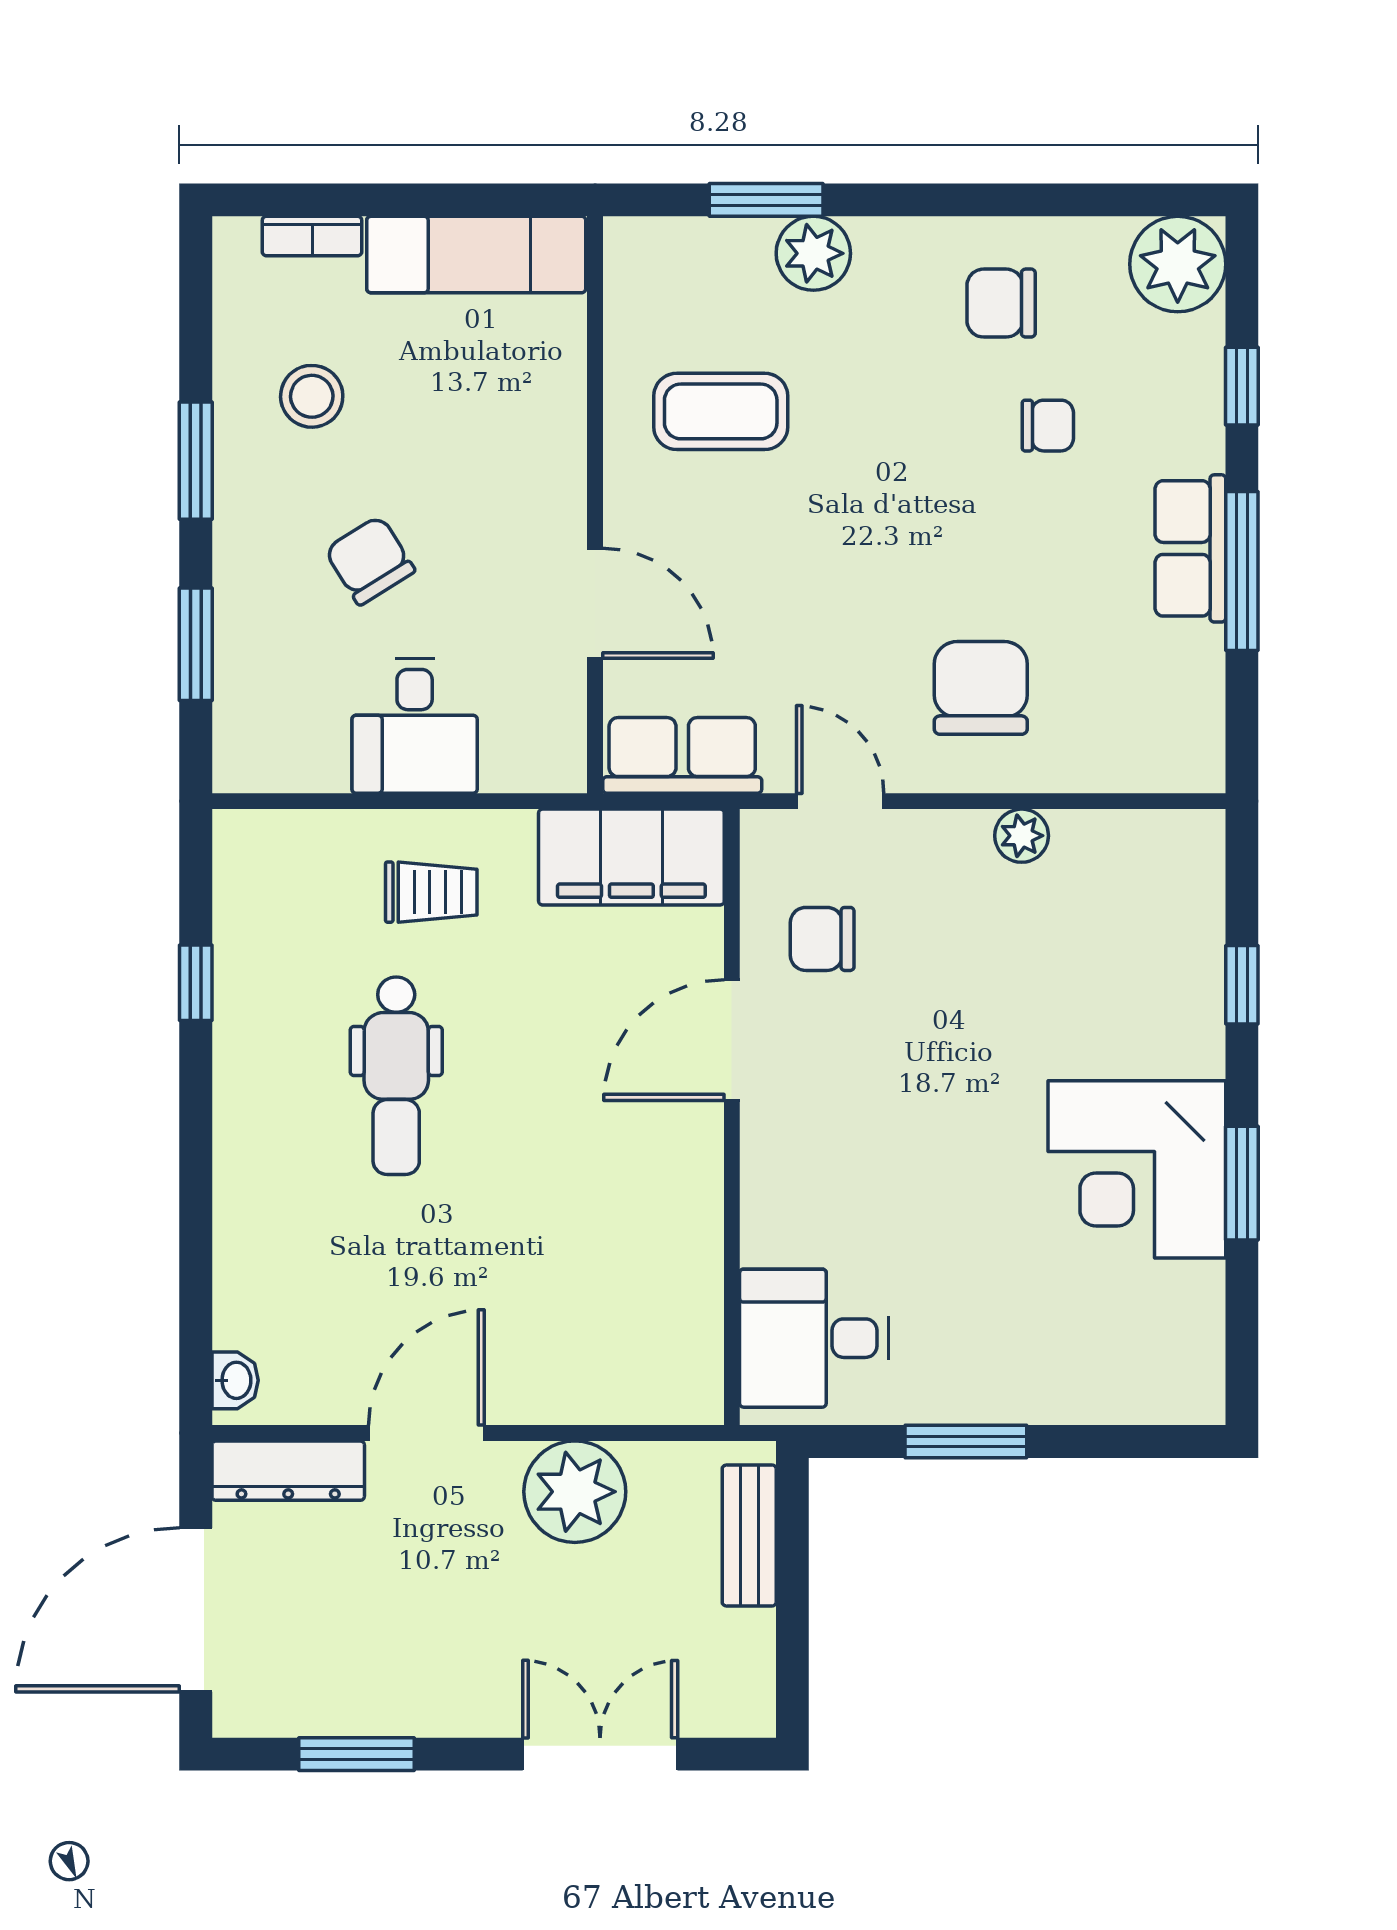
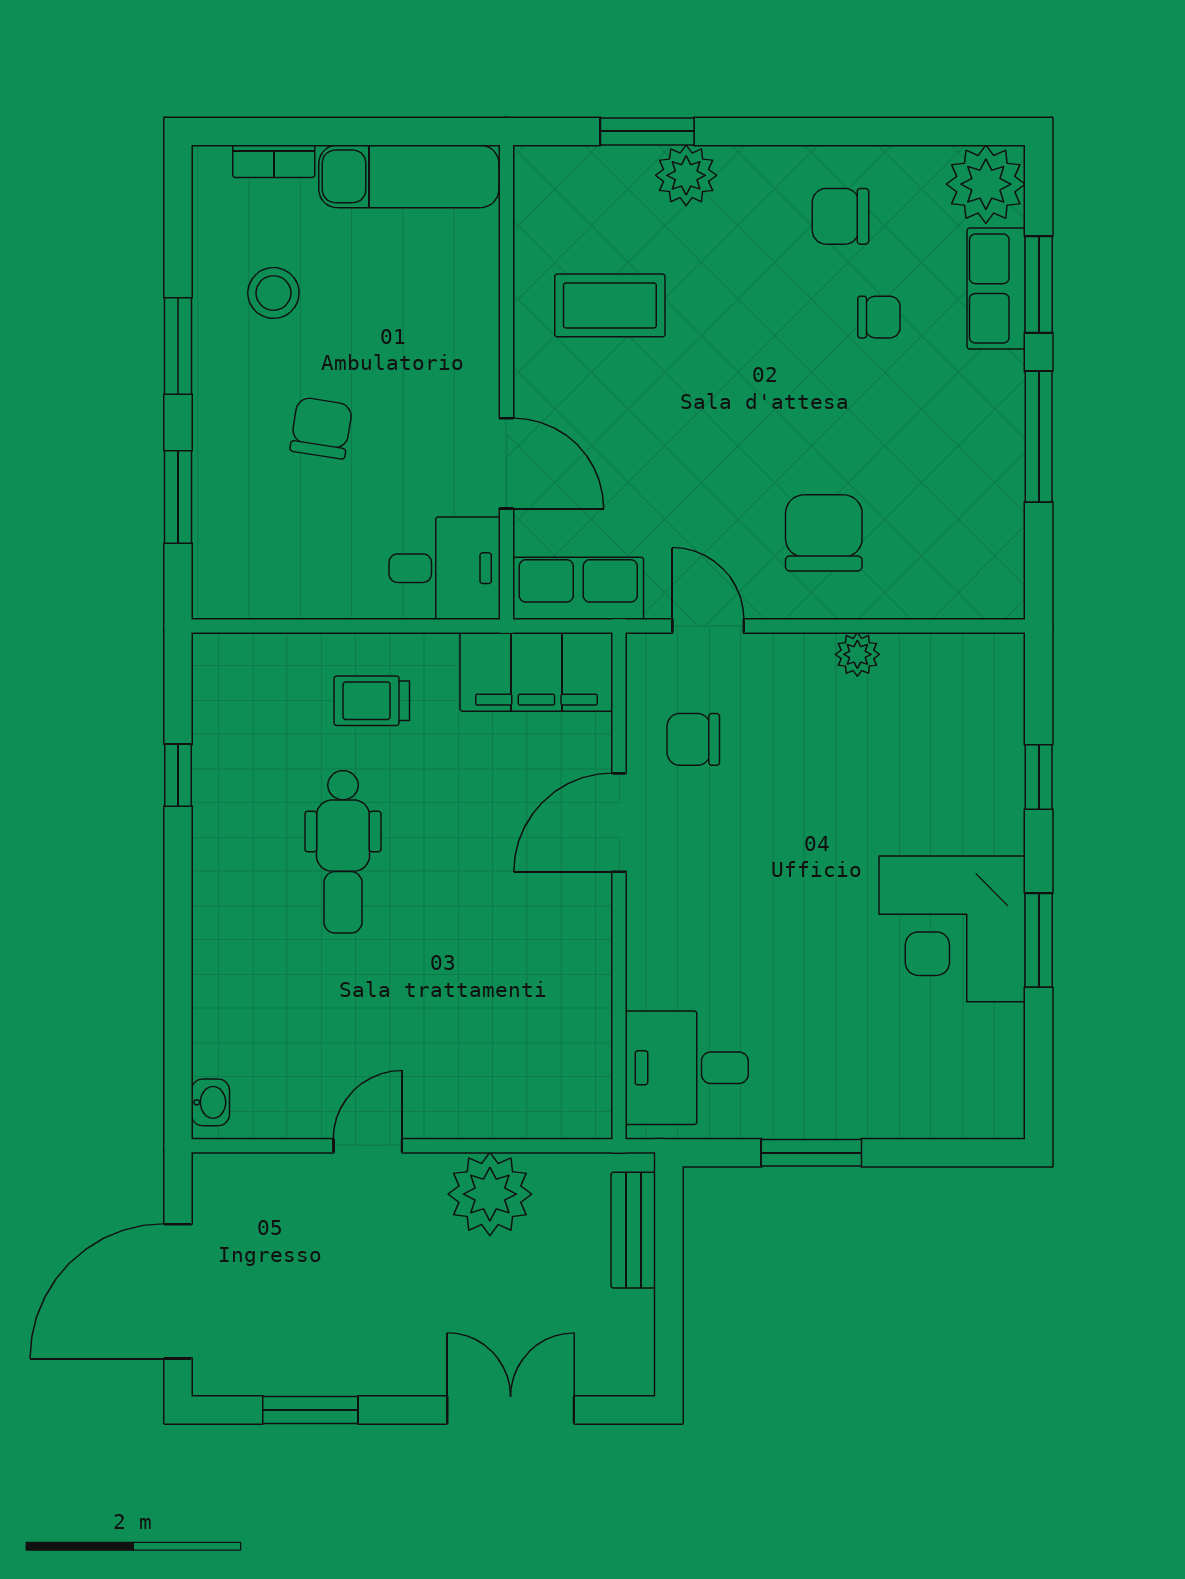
window: (1242, 386) -> (1039, 285), width x1.50
row of seats: (1190, 548) -> (996, 289), moved
chair: (370, 560) -> (321, 428), turned 41
desk: (415, 726) -> (445, 568), moved, turned -90
trolley: (431, 892) -> (372, 701), turned 180
door: (426, 1433) -> (368, 1146), width x0.73
dresser: (288, 1471) -> (254, 1177), removed

